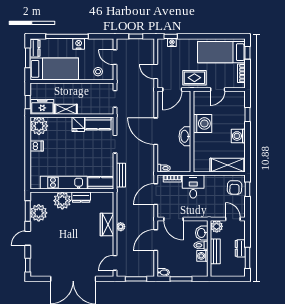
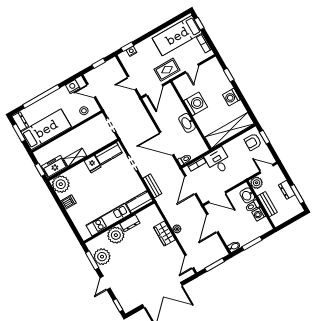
nightstand: (79, 44) -> (73, 87), moved
door: (156, 131) -> (167, 144), moved
shelving: (228, 165) -> (230, 130), width x1.47
armchair: (235, 188) -> (253, 142), turned 88

